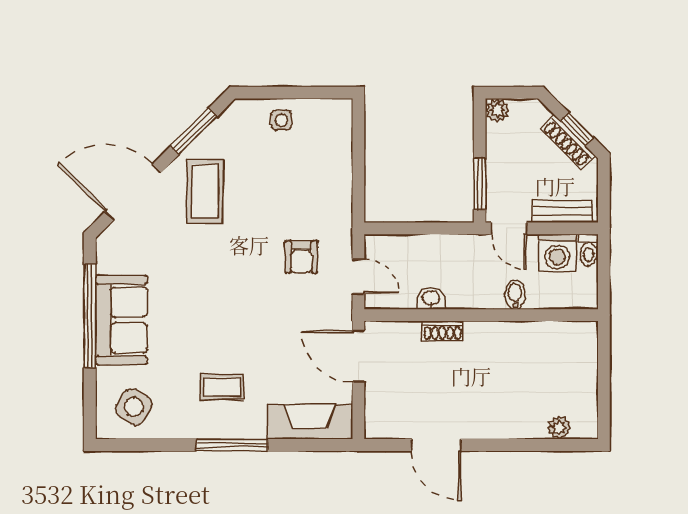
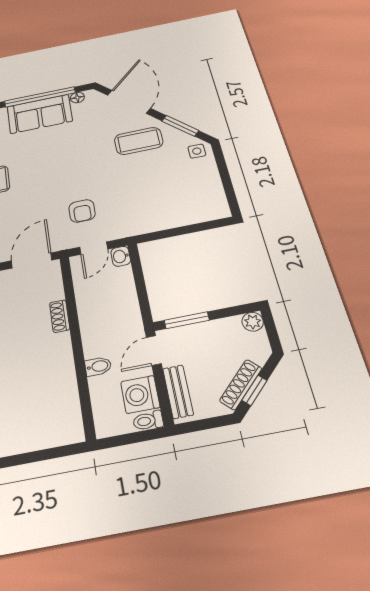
side table: (281, 120) -> (197, 151), moved
armchair: (301, 257) -> (82, 211), moved, turned -90
floor lamp: (106, 263) -> (77, 98), added
washbasin: (431, 298) -> (121, 256), moved, turned 180

